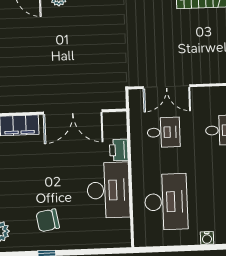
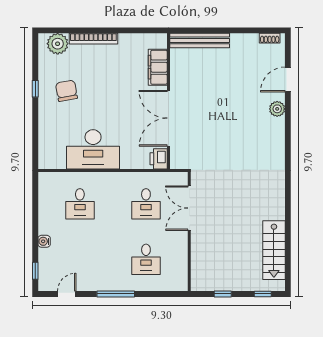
printer: (119, 150) -> (159, 159), moved, turned -90
desk: (166, 202) -> (80, 204), width x0.53, depth x0.77

